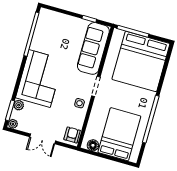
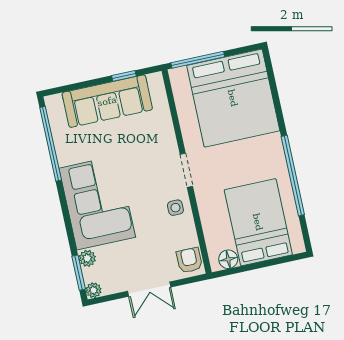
sofa: (93, 48) -> (107, 101), moved, turned -90

